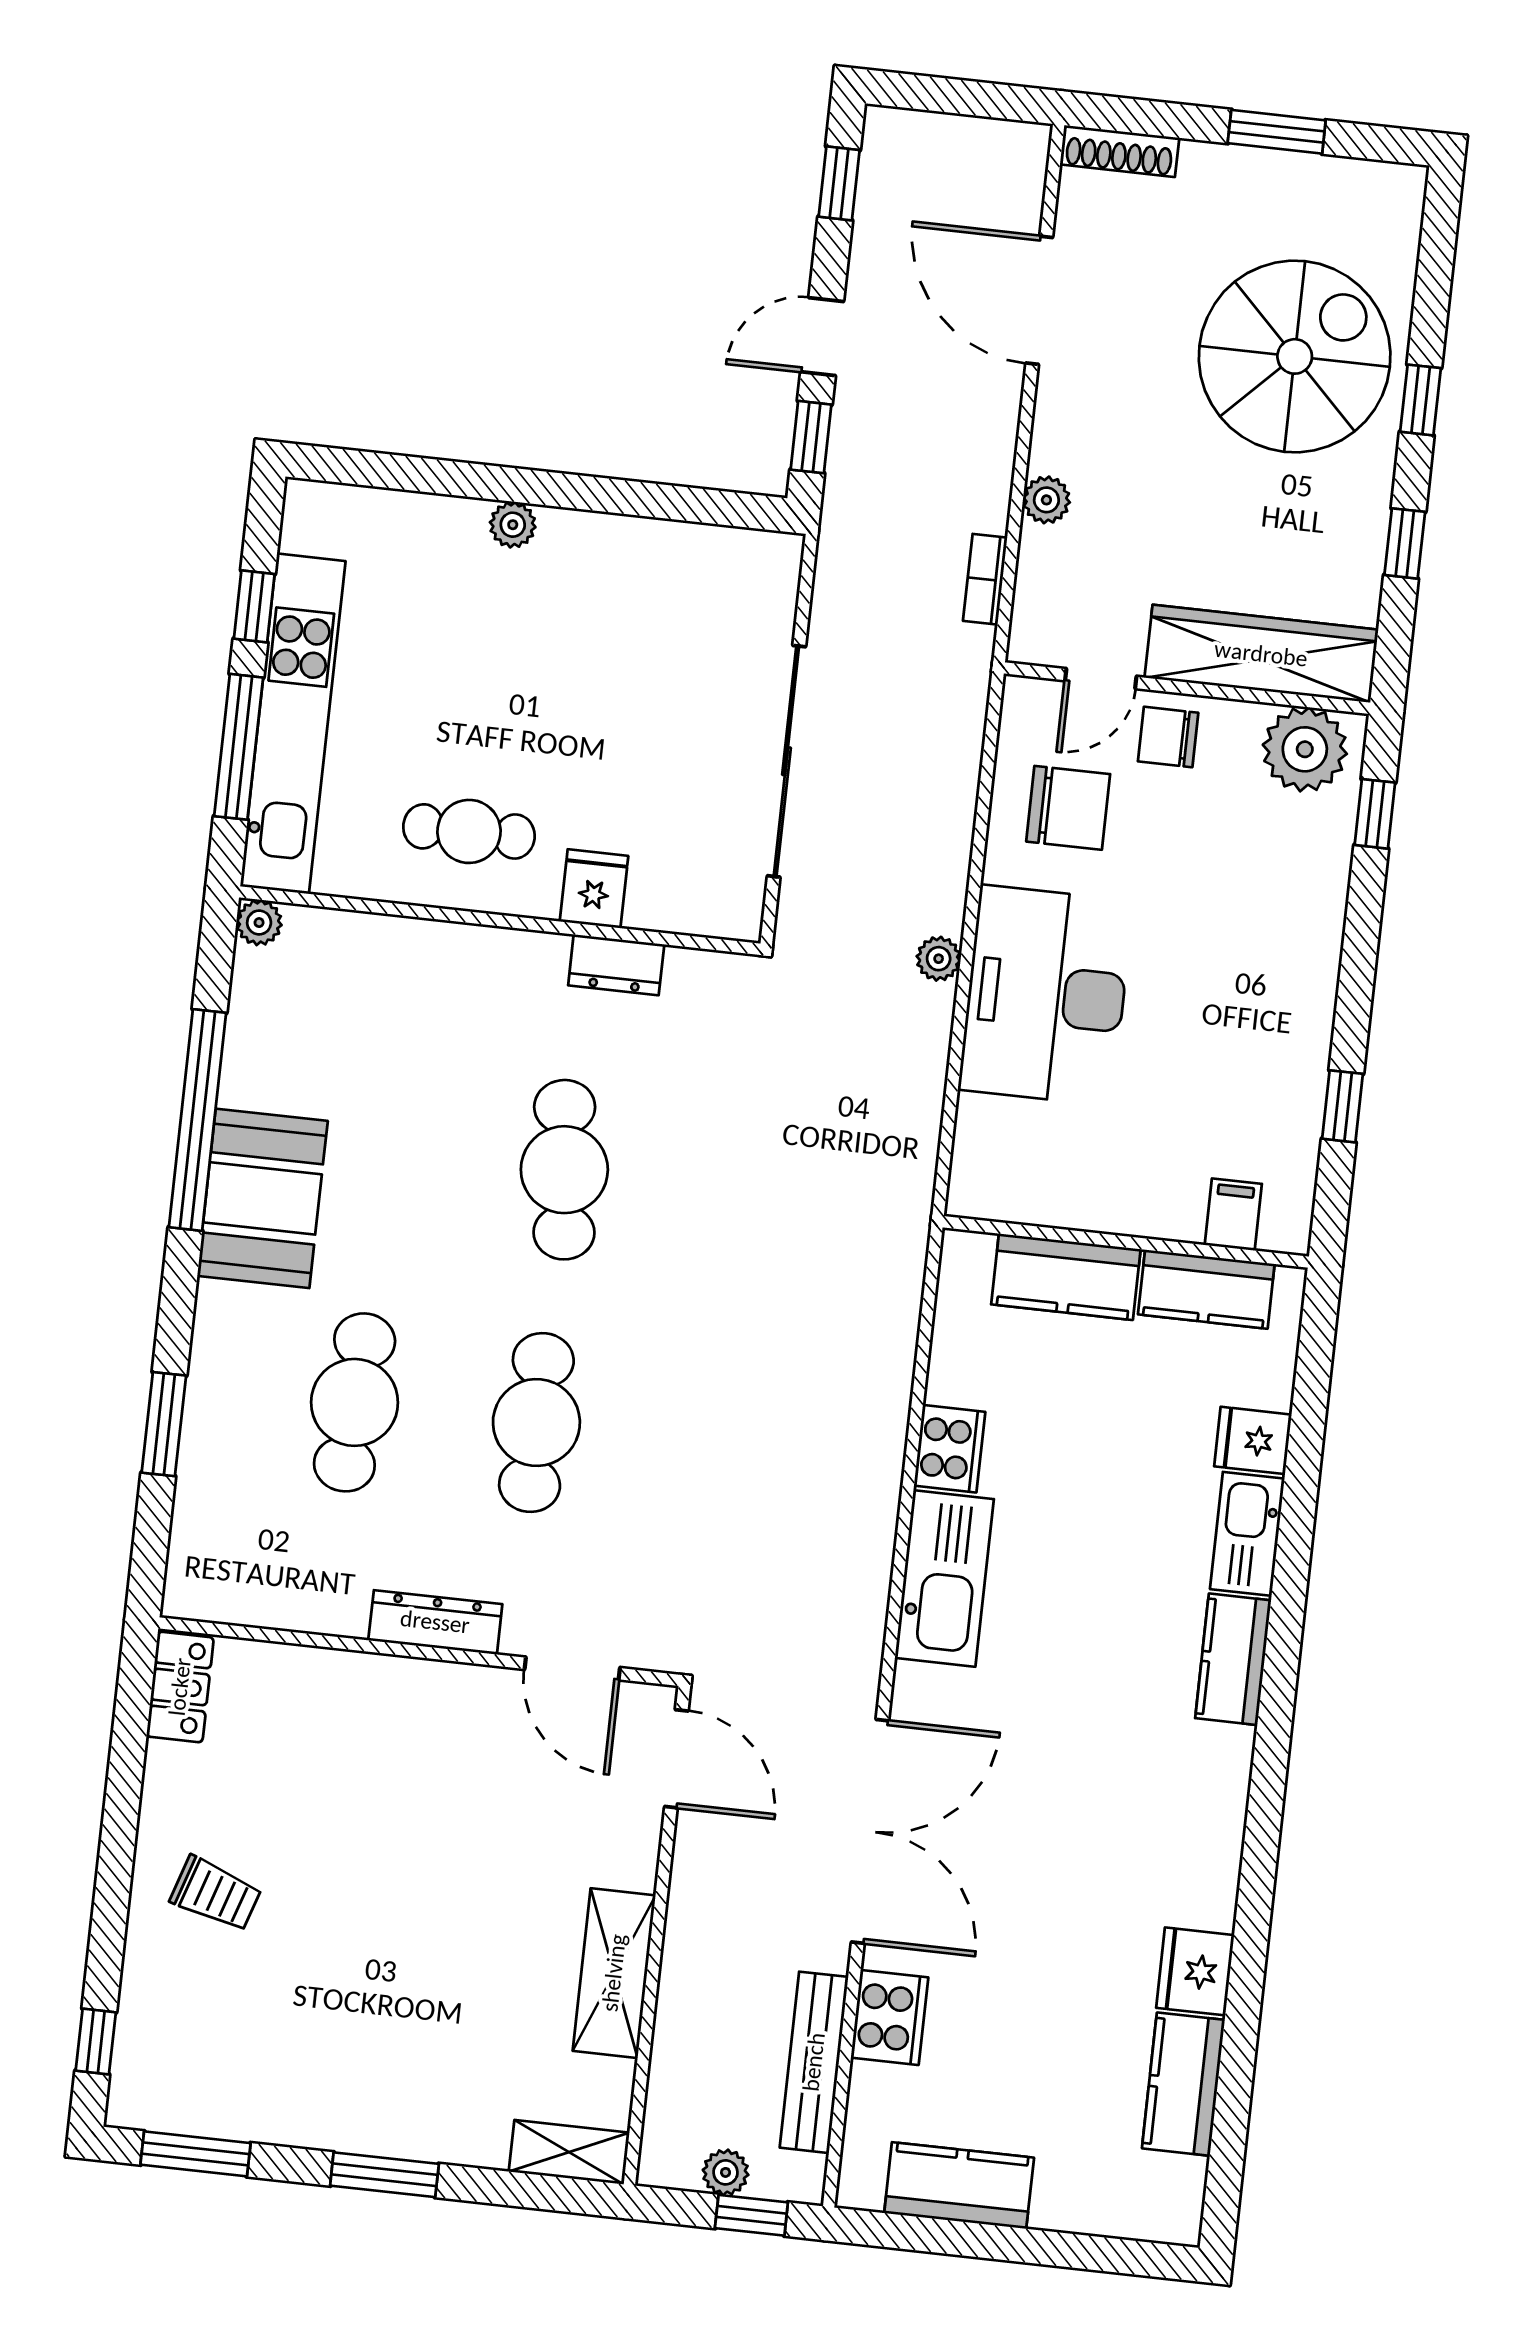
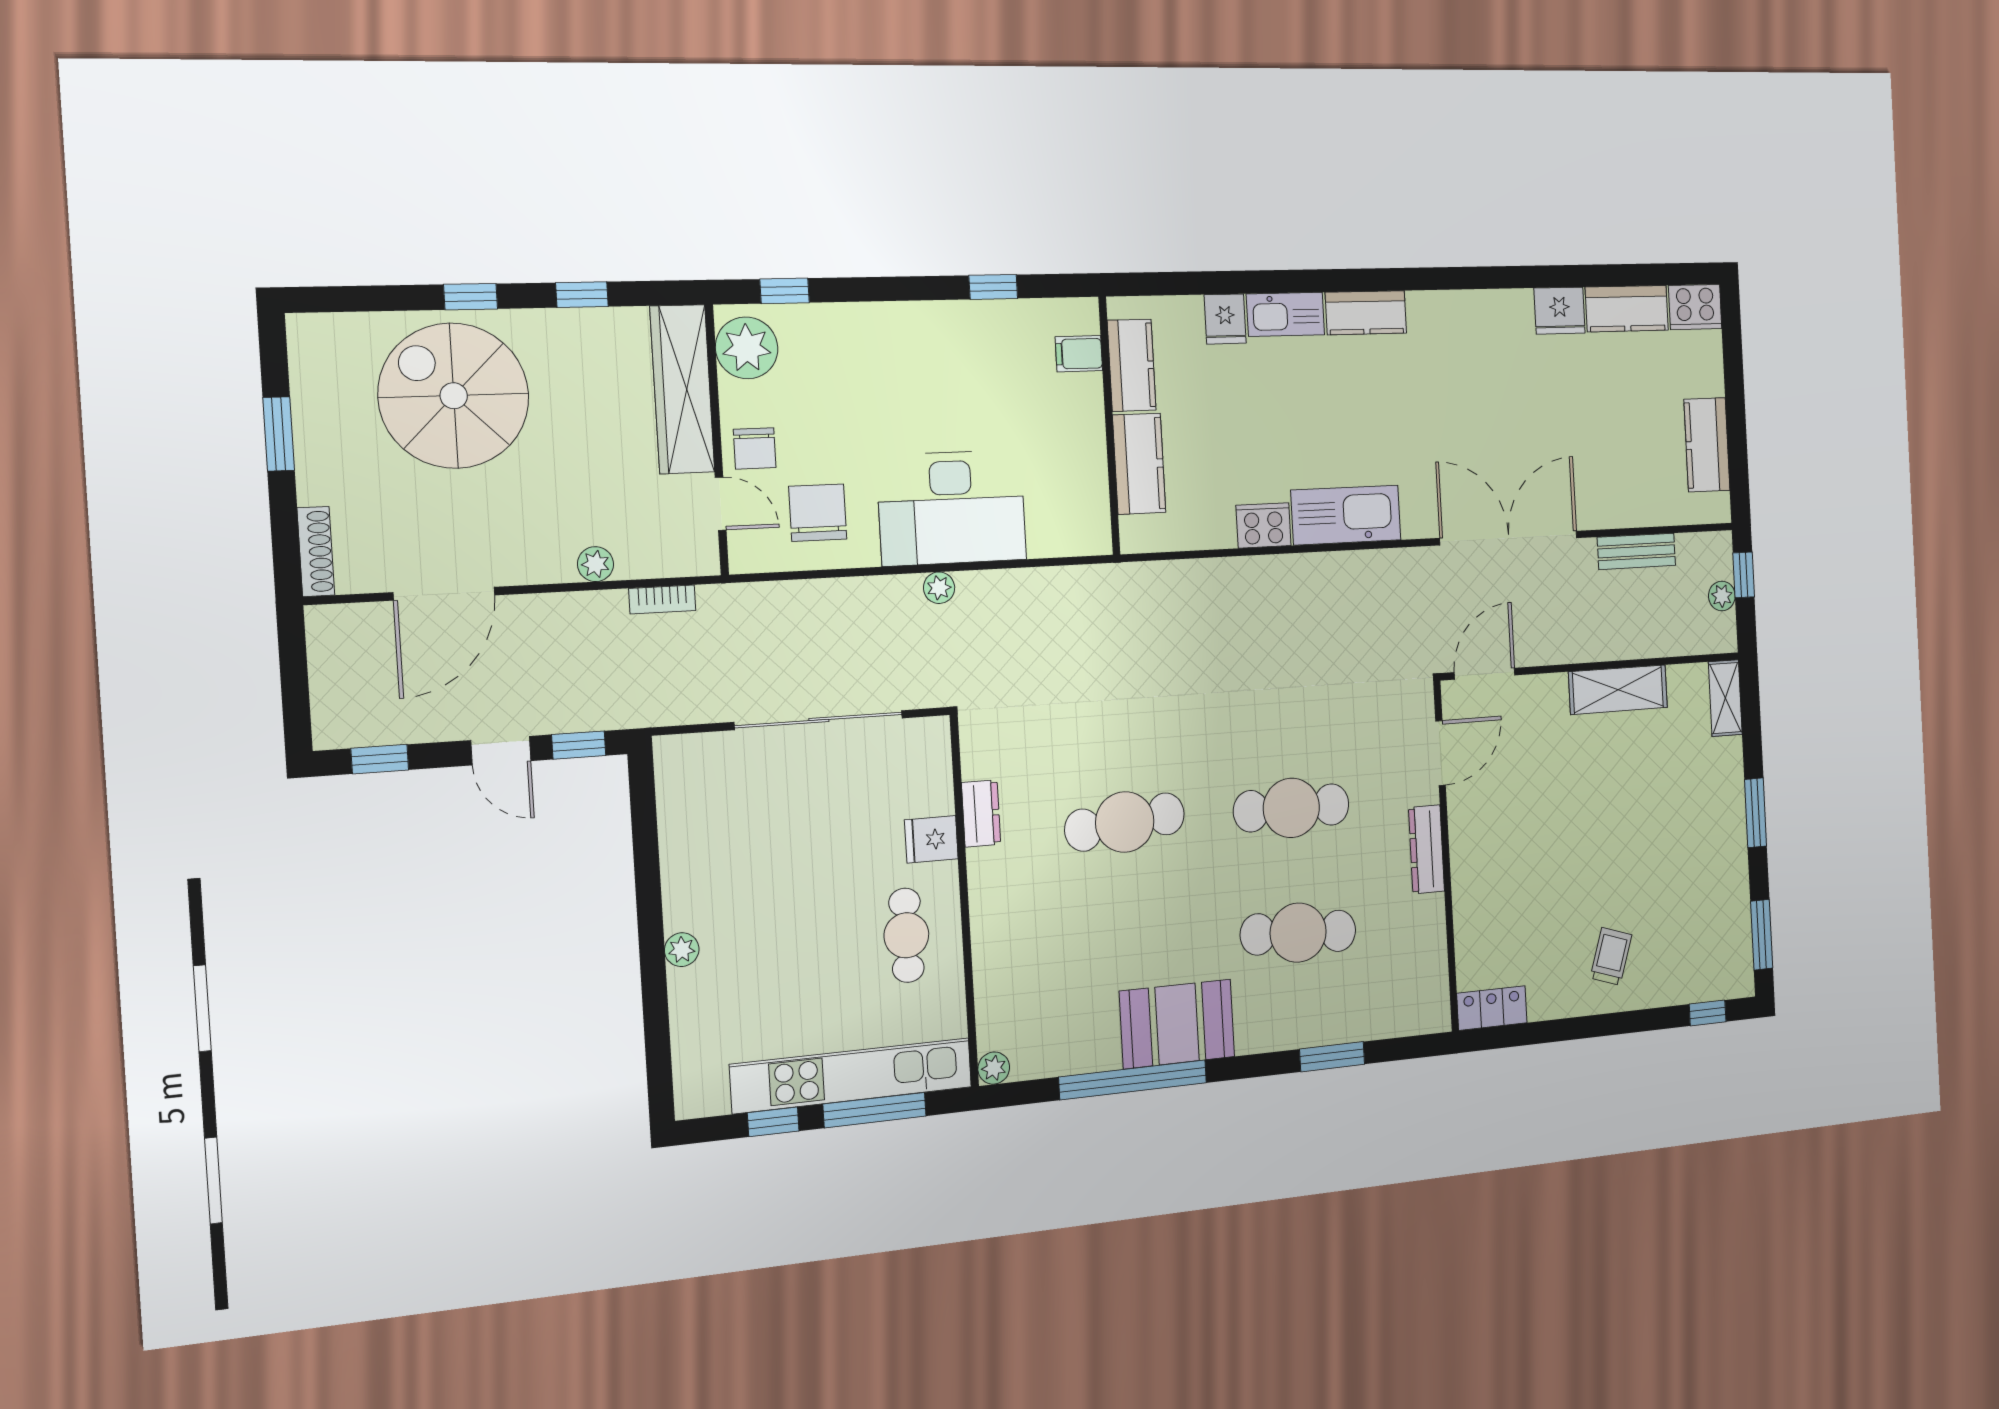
cooker: (890, 2017) -> (1695, 307), moved, turned 180
bench: (814, 2062) -> (1636, 551), width x0.73

